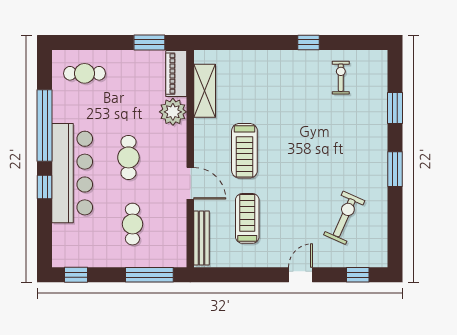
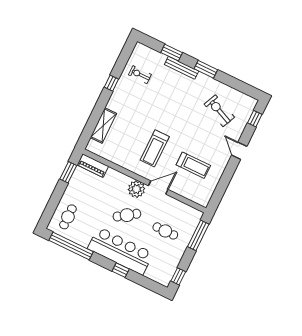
shelving: (205, 91) -> (103, 125), moved, turned 90
plant: (173, 112) -> (136, 189), moved
window: (45, 126) -> (71, 246), moved
treadmill: (244, 151) -> (155, 148), turned 90
cafe table: (128, 157) -> (127, 215), turned -34
treadmill: (247, 218) -> (193, 165), turned 180
bench: (202, 238) -> (182, 68), moved

